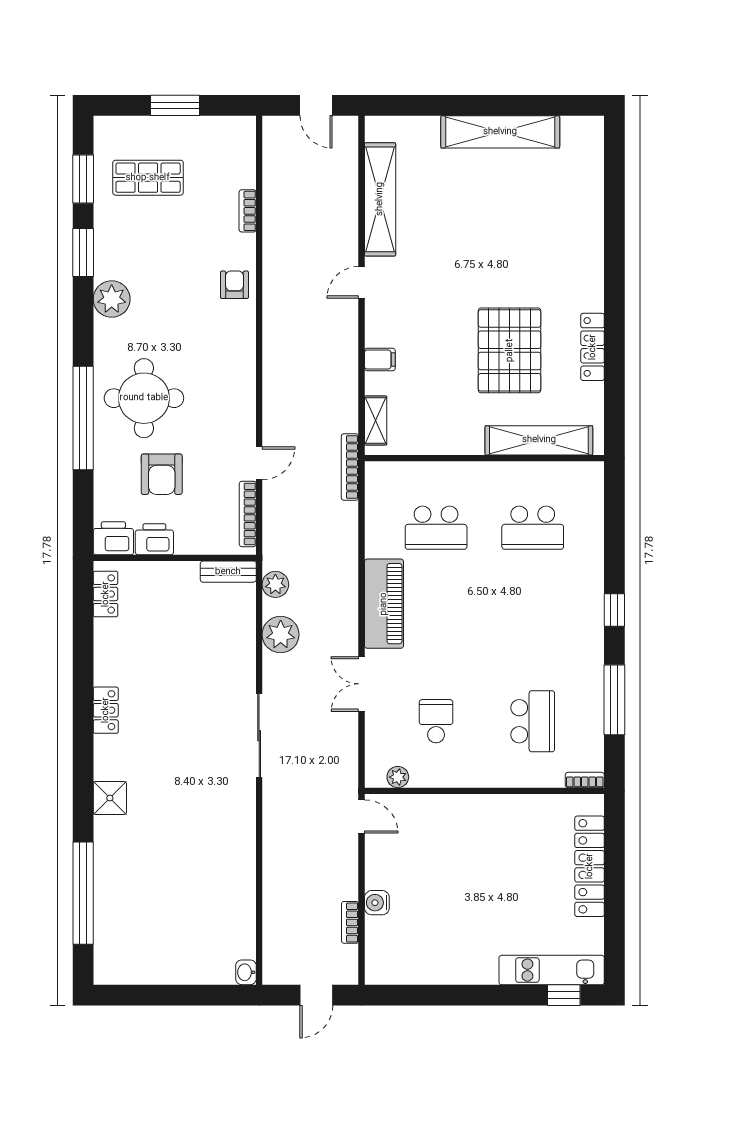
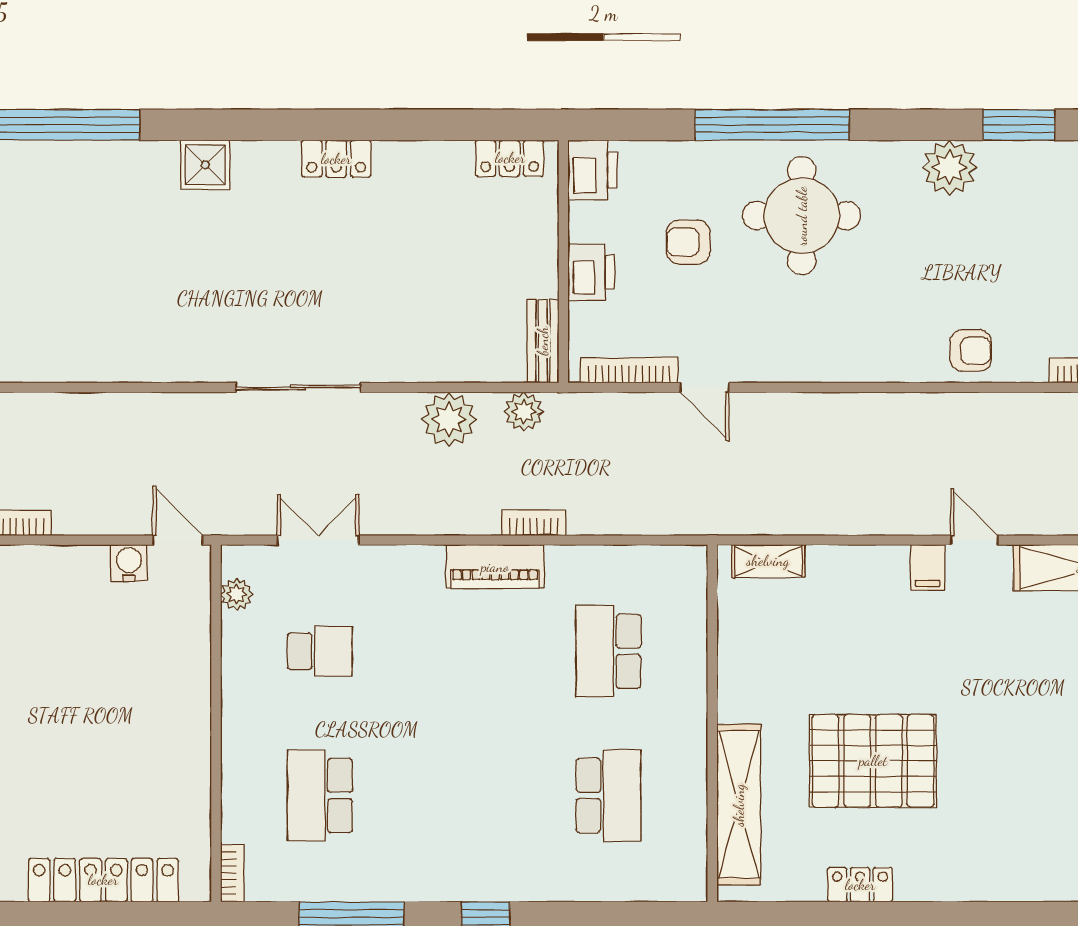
locker: (593, 347) -> (860, 885), width x0.66
filing cabinet: (380, 359) -> (928, 567), moved
bookcase: (350, 467) -> (534, 523), moved, width x0.64
armchair: (162, 474) -> (688, 242), width x0.72, depth x0.72
school desk: (533, 528) -> (608, 795), turned 180
printer: (154, 539) -> (591, 272), moved
piano: (384, 604) -> (495, 567), width x0.73, depth x0.75
double door: (362, 684) -> (318, 540), moved
school desk: (533, 721) -> (320, 795), turned 90
door: (362, 816) -> (178, 540), swing flipped
water cooler: (377, 903) -> (129, 563), moved

